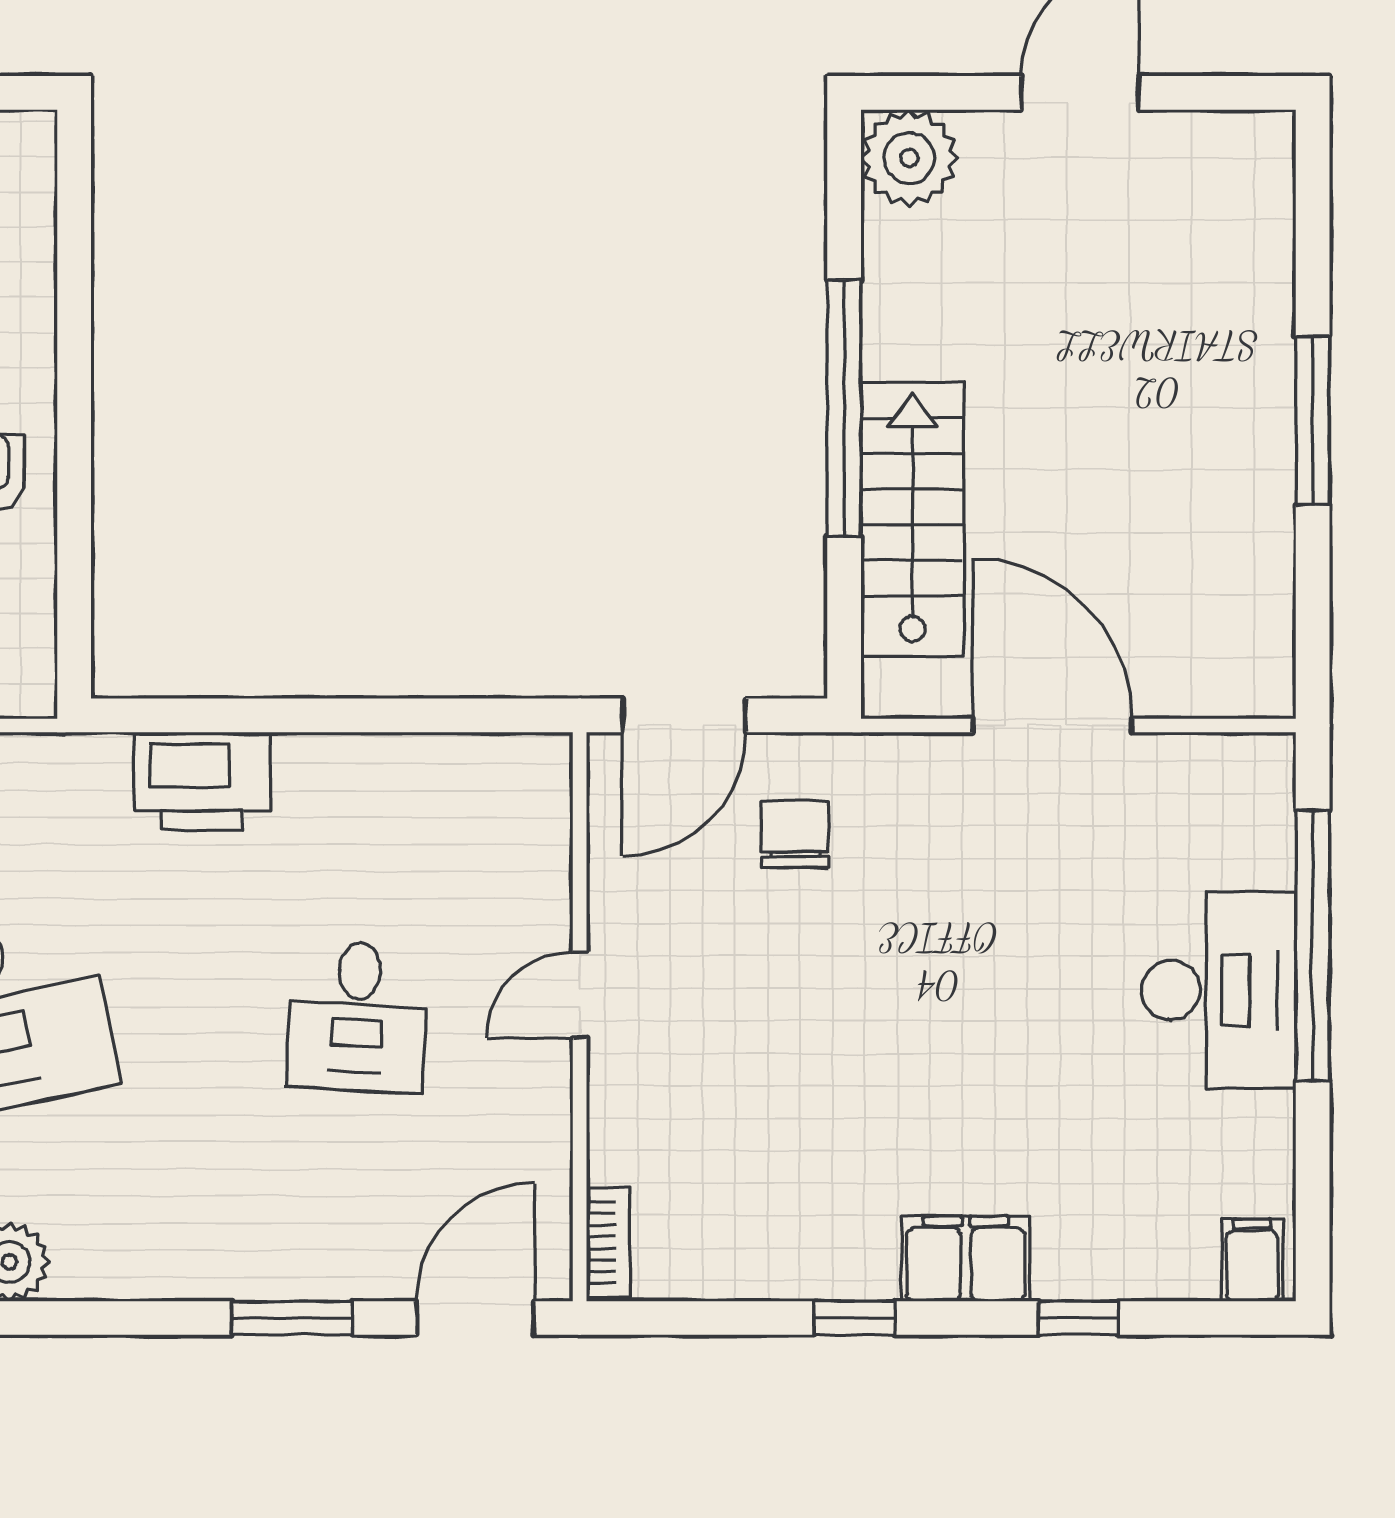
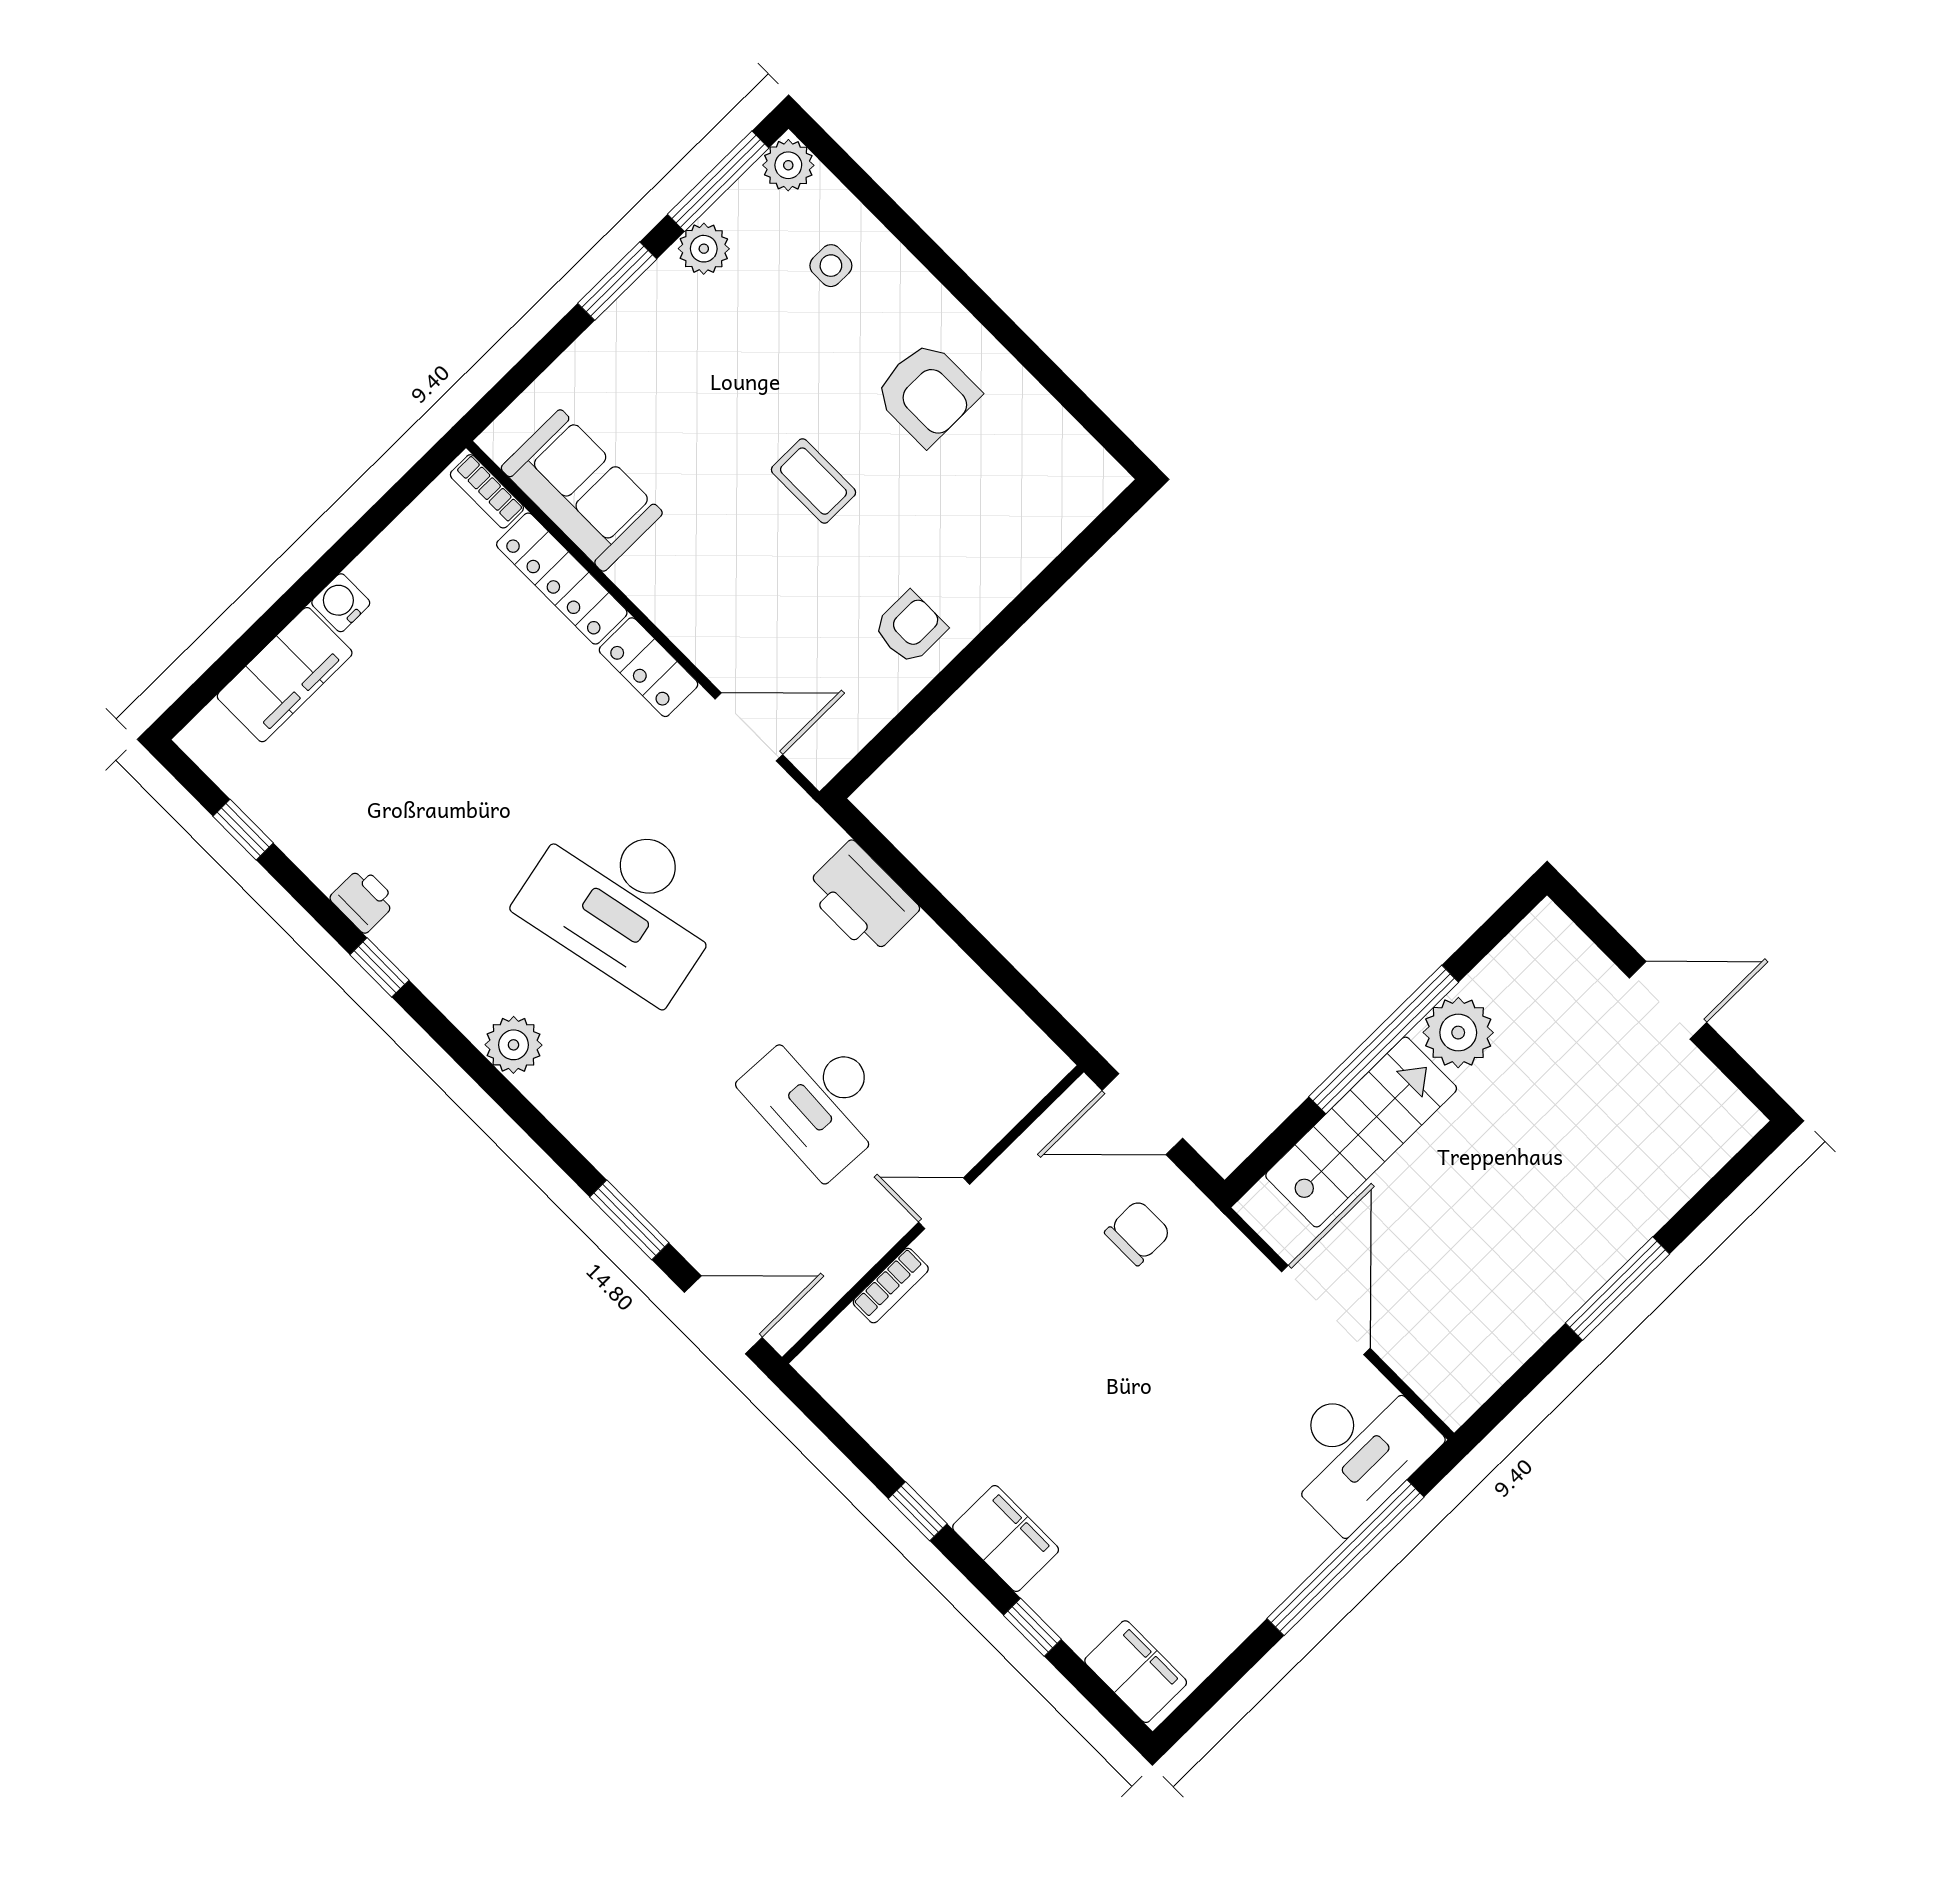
plant: (909, 158) -> (1458, 1033), moved
desk: (1219, 990) -> (1357, 1450), moved
desk: (357, 1017) -> (819, 1099), width x1.37
bookcase: (608, 1243) -> (891, 1286), moved
filing cabinet: (1252, 1260) -> (1136, 1672), width x2.00

